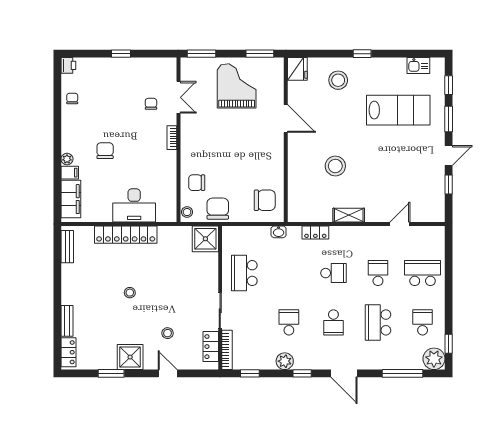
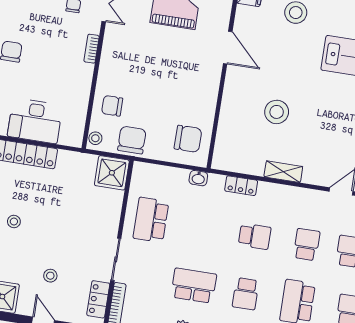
school desk: (289, 322) -> (194, 286), width x1.85

